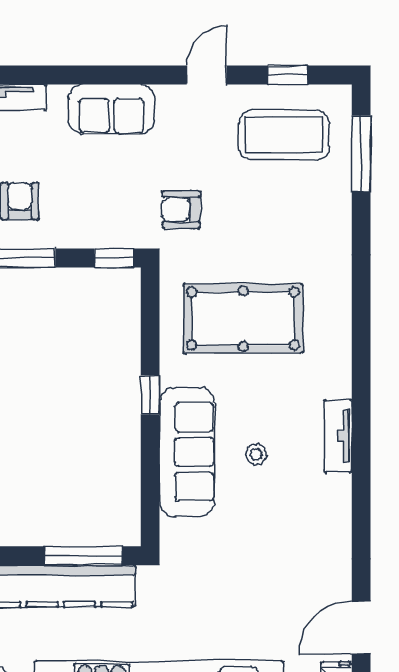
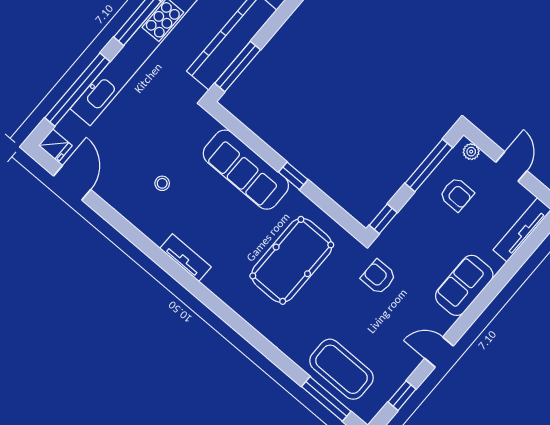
door: (207, 75) -> (439, 352), swing flipped
coffee table: (284, 135) -> (341, 369), moved, turned 90
armchair: (181, 210) -> (378, 277), turned -90
stool: (256, 454) -> (162, 183), moved

